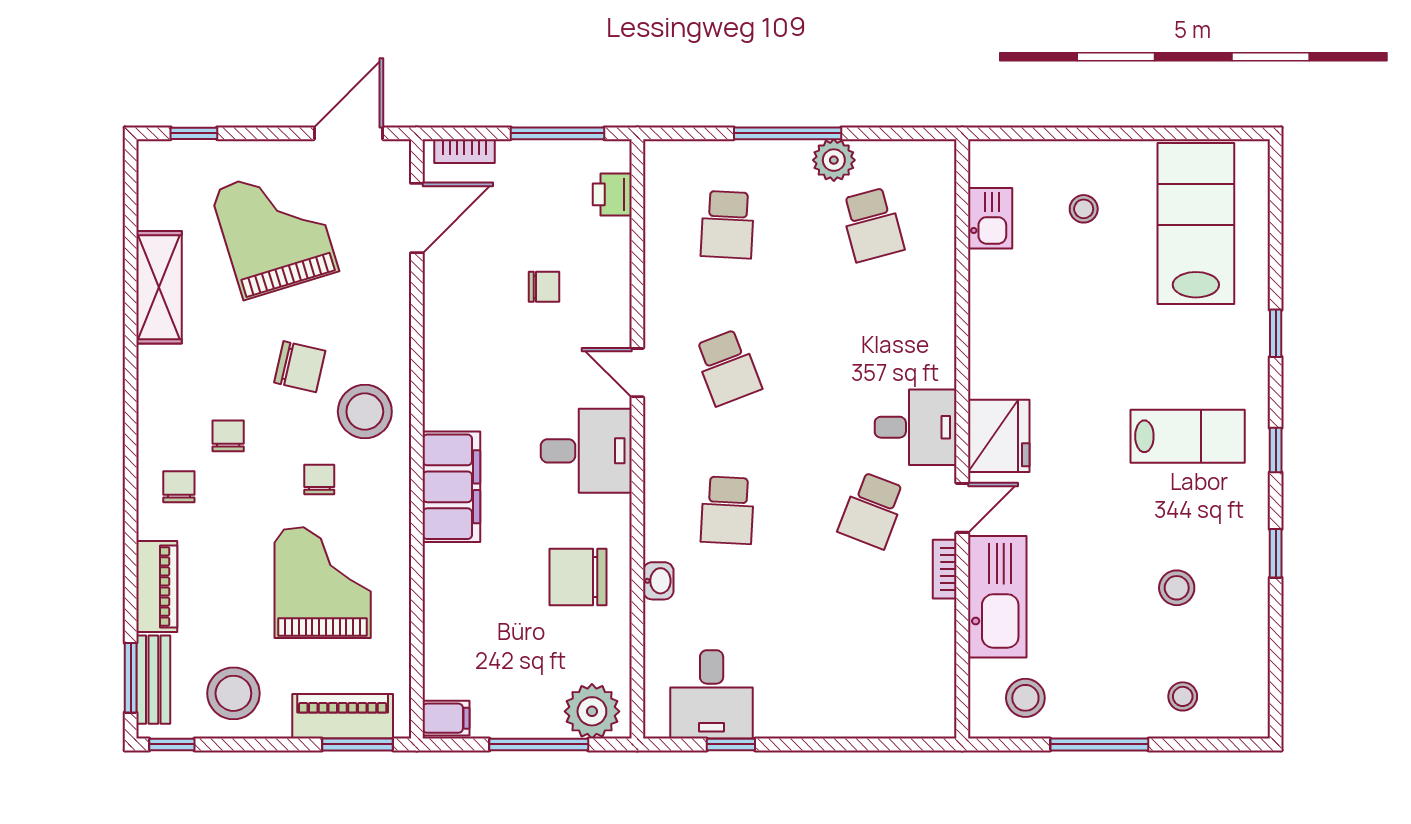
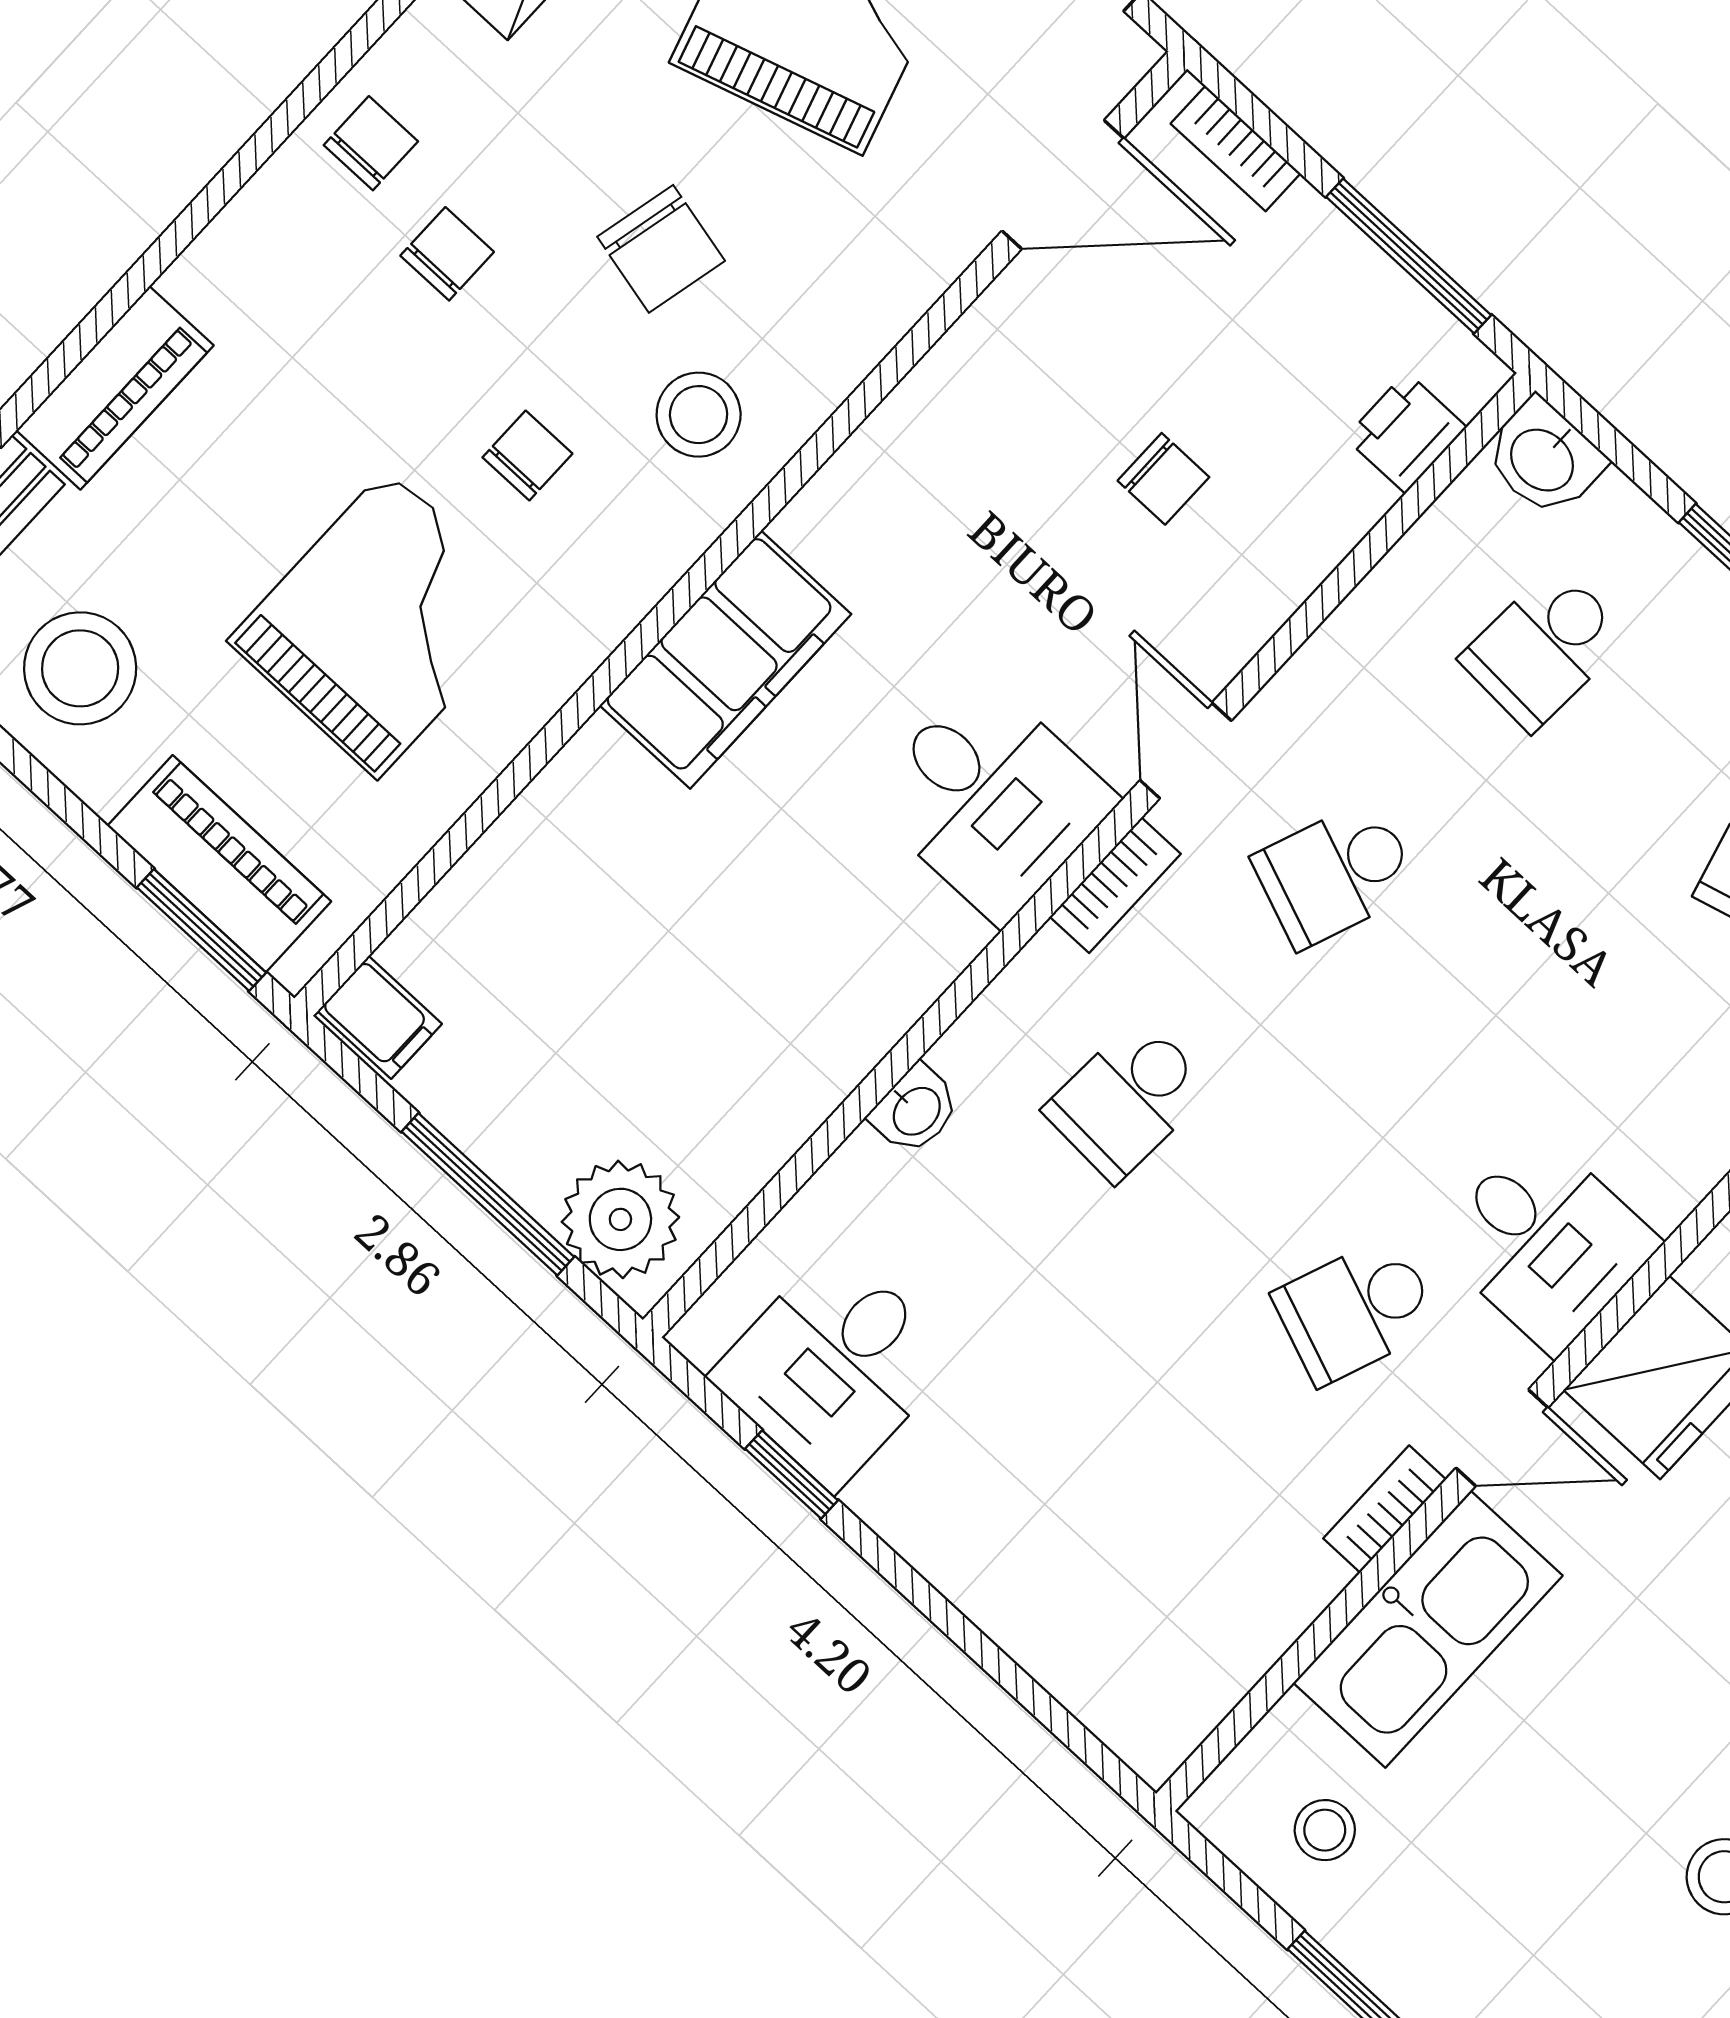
washbasin: (667, 160) -> (1544, 458), added
school desk: (727, 367) -> (1336, 874), turned 42
stool: (365, 412) -> (699, 415), width x0.73, depth x0.73
bookcase: (656, 441) -> (1115, 885), added
chair: (179, 487) -> (371, 143), moved
chair: (578, 577) -> (794, 987), removed
stool: (1025, 698) -> (1325, 1830), width x0.73, depth x0.73

